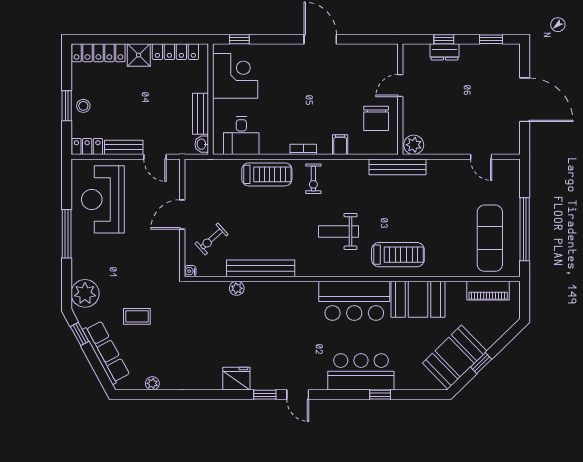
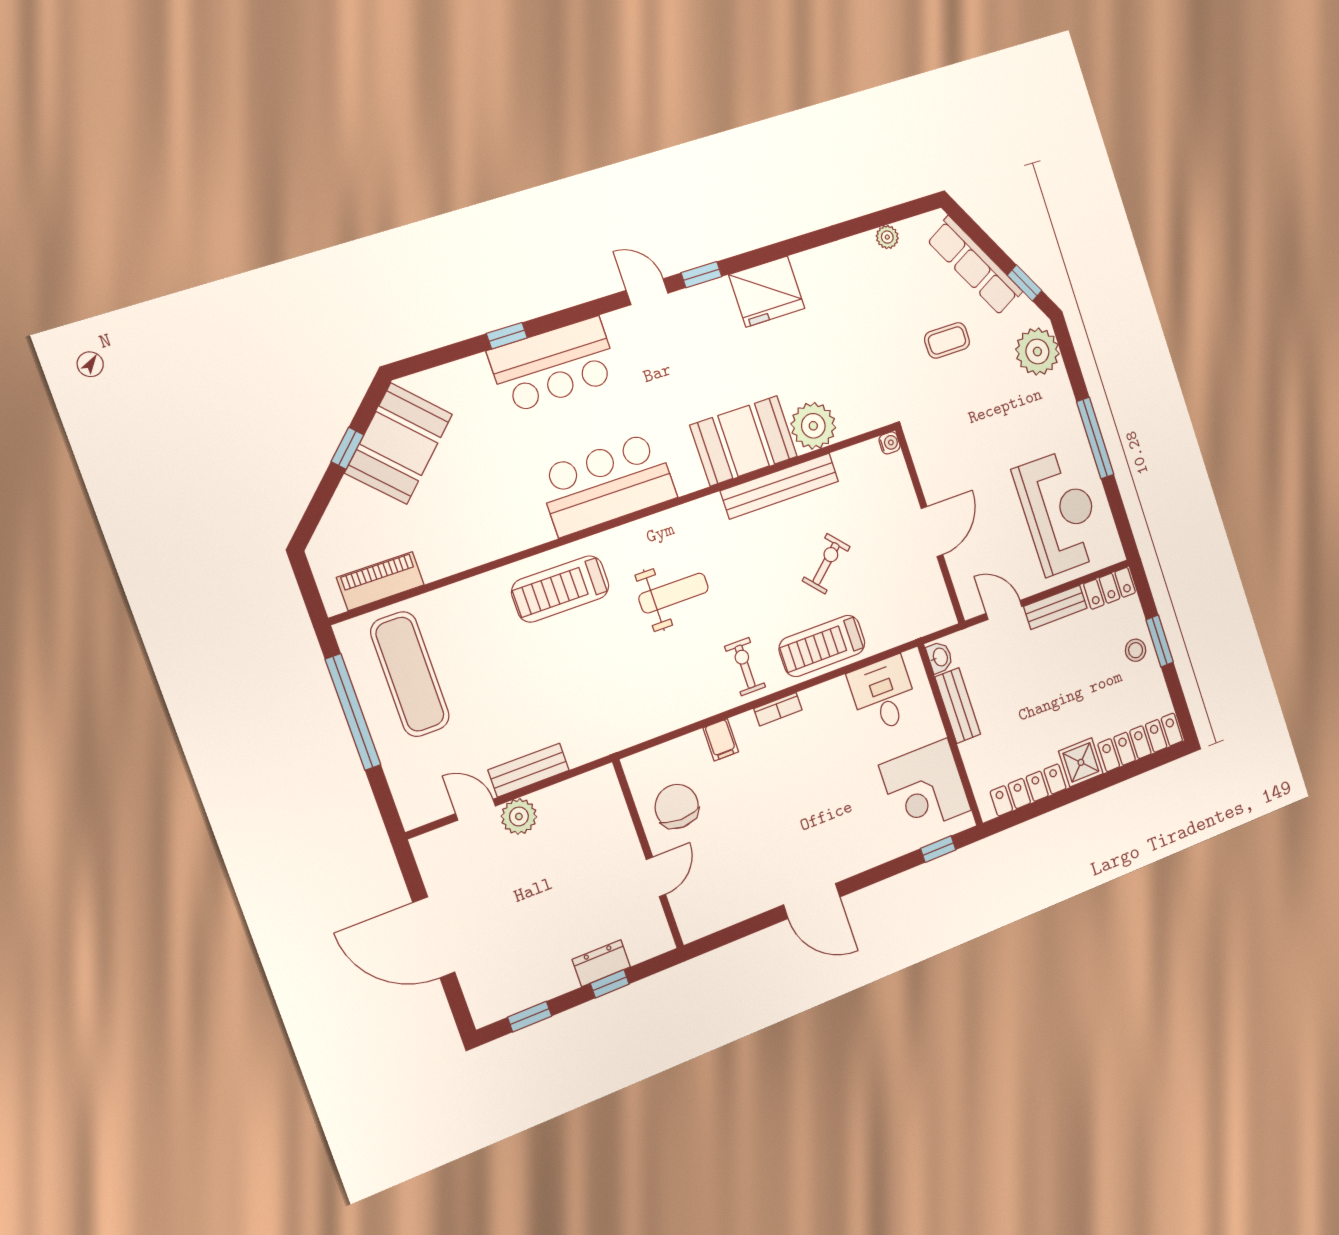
plant: (414, 145) -> (519, 816), moved
bench: (397, 167) -> (529, 770), moved, width x0.73
exercise bike: (212, 239) -> (826, 564), moved
plant: (237, 288) -> (813, 426), width x1.88, depth x1.88
booth: (418, 299) -> (744, 441), moved
fridge: (236, 379) -> (767, 292), width x1.36, depth x1.34

